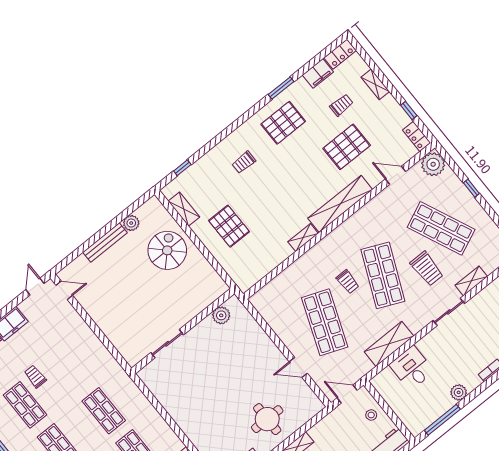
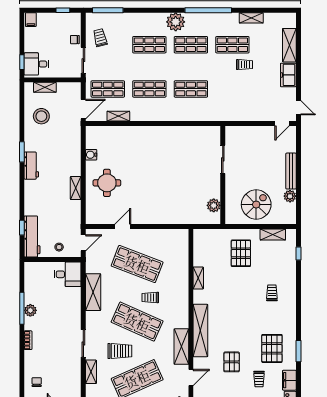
pallet: (283, 123) -> (272, 348), moved
pallet: (347, 147) -> (232, 362), width x0.67, depth x0.71
shelving: (372, 210) -> (181, 347), added
pallet: (229, 226) -> (241, 253), turned 90
shelving: (303, 238) -> (198, 278), moved
spiral stairs: (167, 250) -> (256, 205), turned -90
trolley: (427, 269) -> (120, 351), turned 180
plant: (221, 315) -> (214, 205), moved
wall: (183, 331) -> (223, 175), moved
sliding door: (167, 344) -> (223, 159), moved
desk: (412, 368) -> (68, 274), moved
window: (442, 420) -> (22, 308), moved

